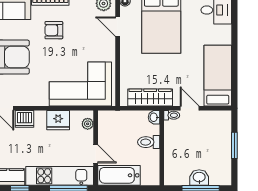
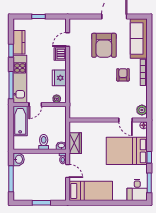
door: (118, 27) -> (126, 120), swing flipped
corner sofa: (80, 84) -> (85, 94), removed
wardrobe: (150, 97) -> (75, 143), width x0.67
door: (190, 108) -> (68, 171), hinge flipped
washbasin: (199, 178) -> (19, 159), moved

